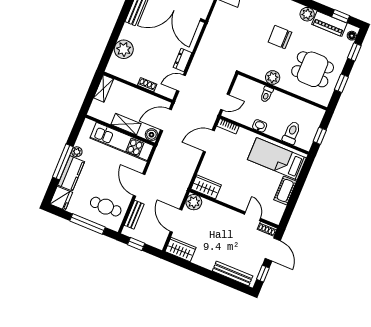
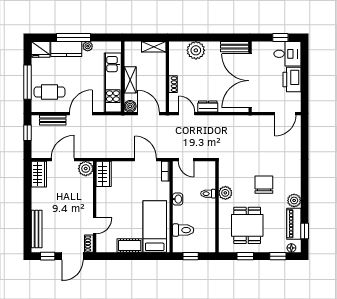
cafe table: (106, 207) -> (50, 92), turned 90

